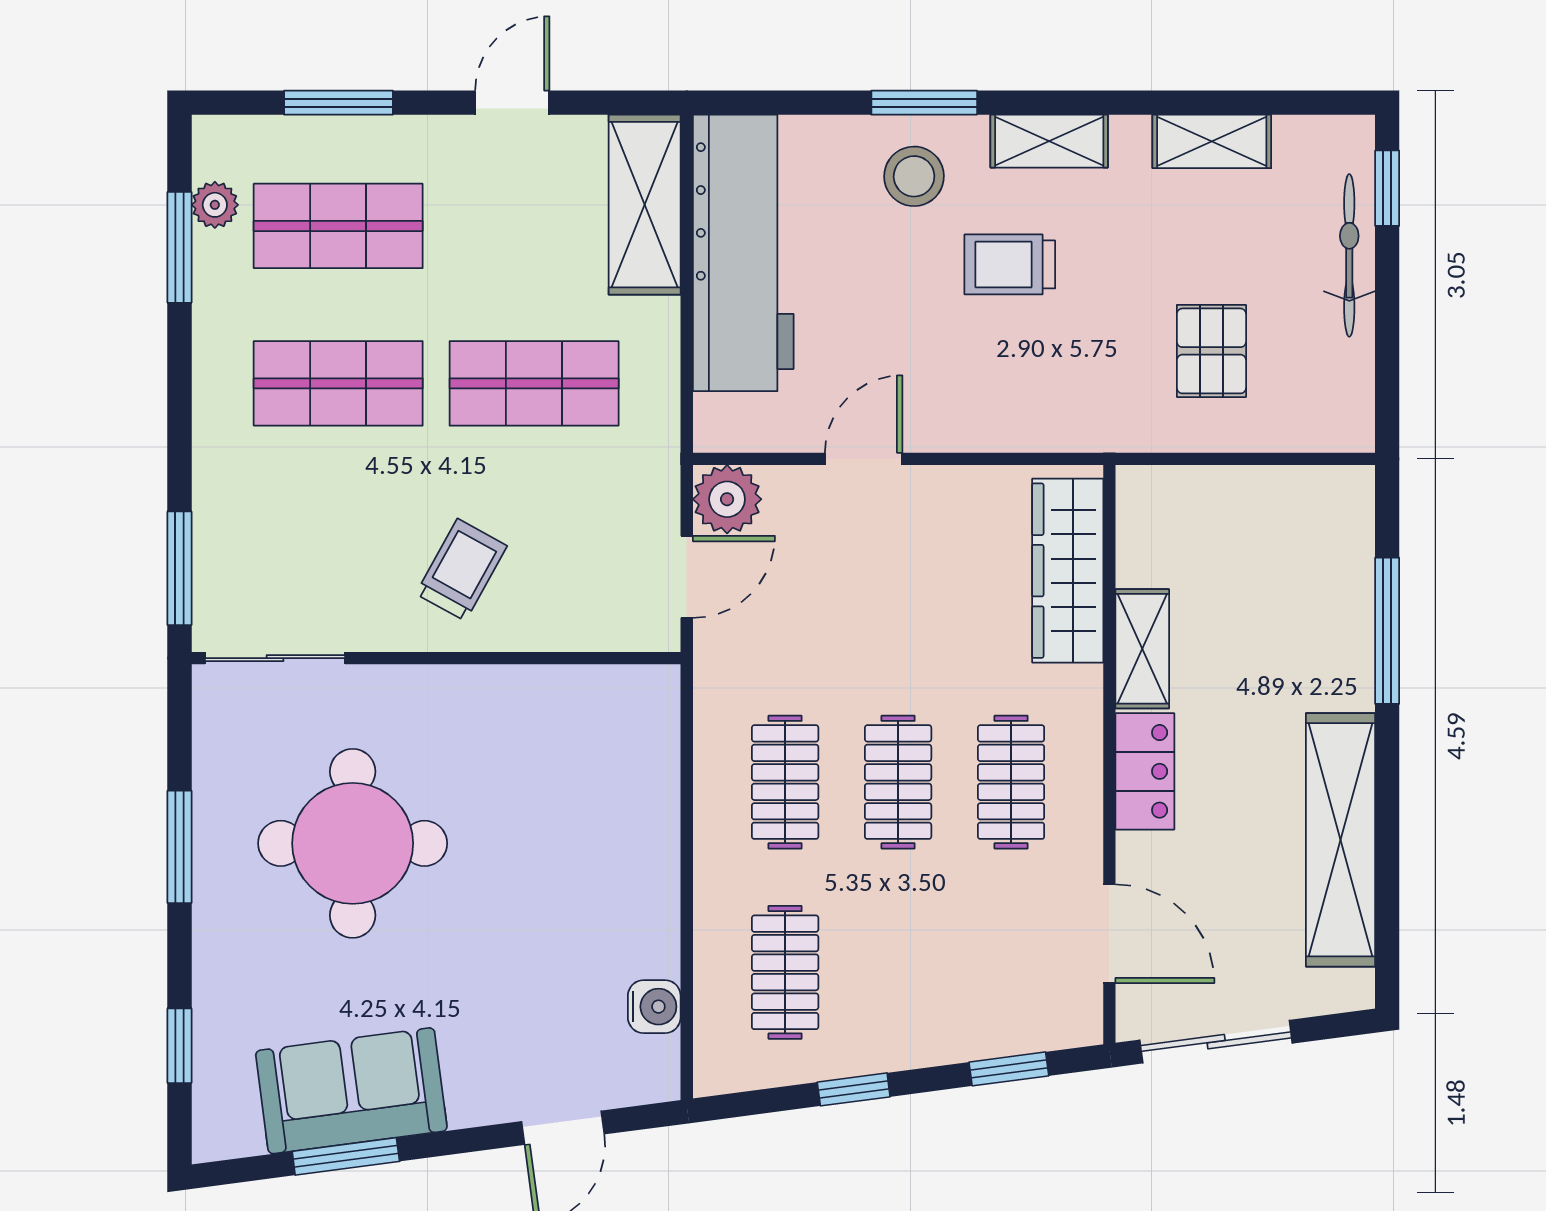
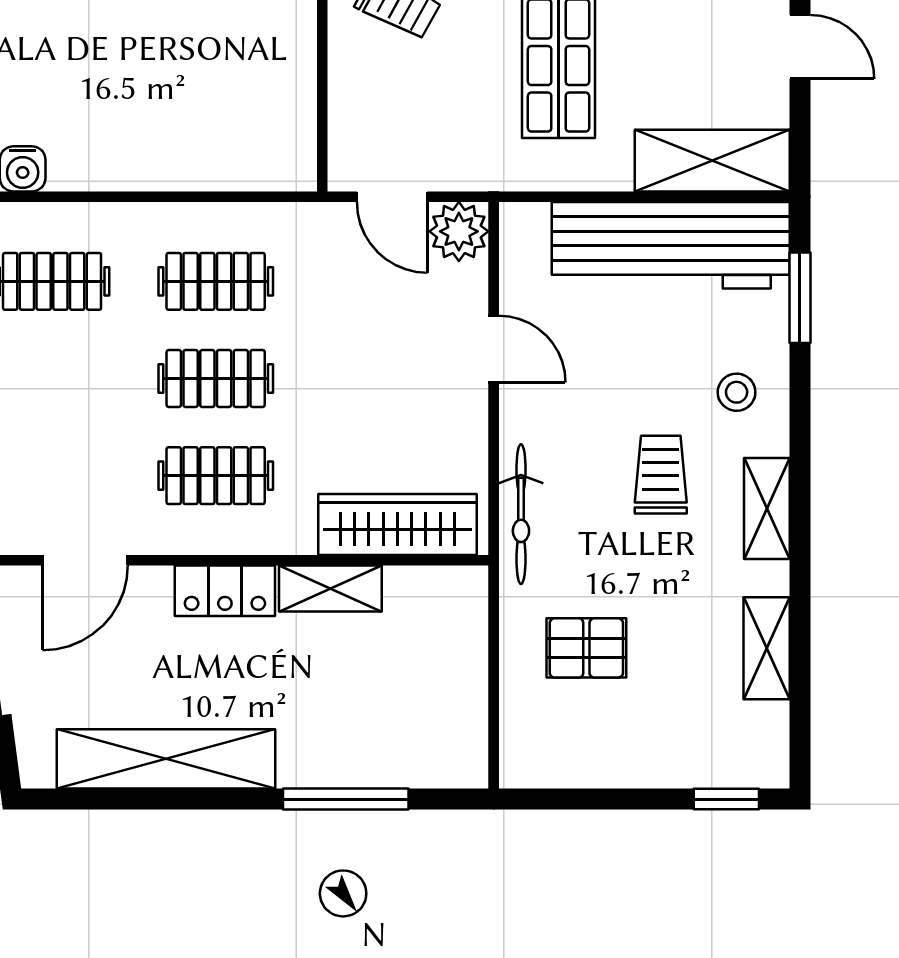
window: (924, 103) -> (800, 298), moved
stool: (914, 176) -> (737, 392), width x0.73, depth x0.73
bicycle: (1349, 255) -> (521, 514), moved, turned 90

